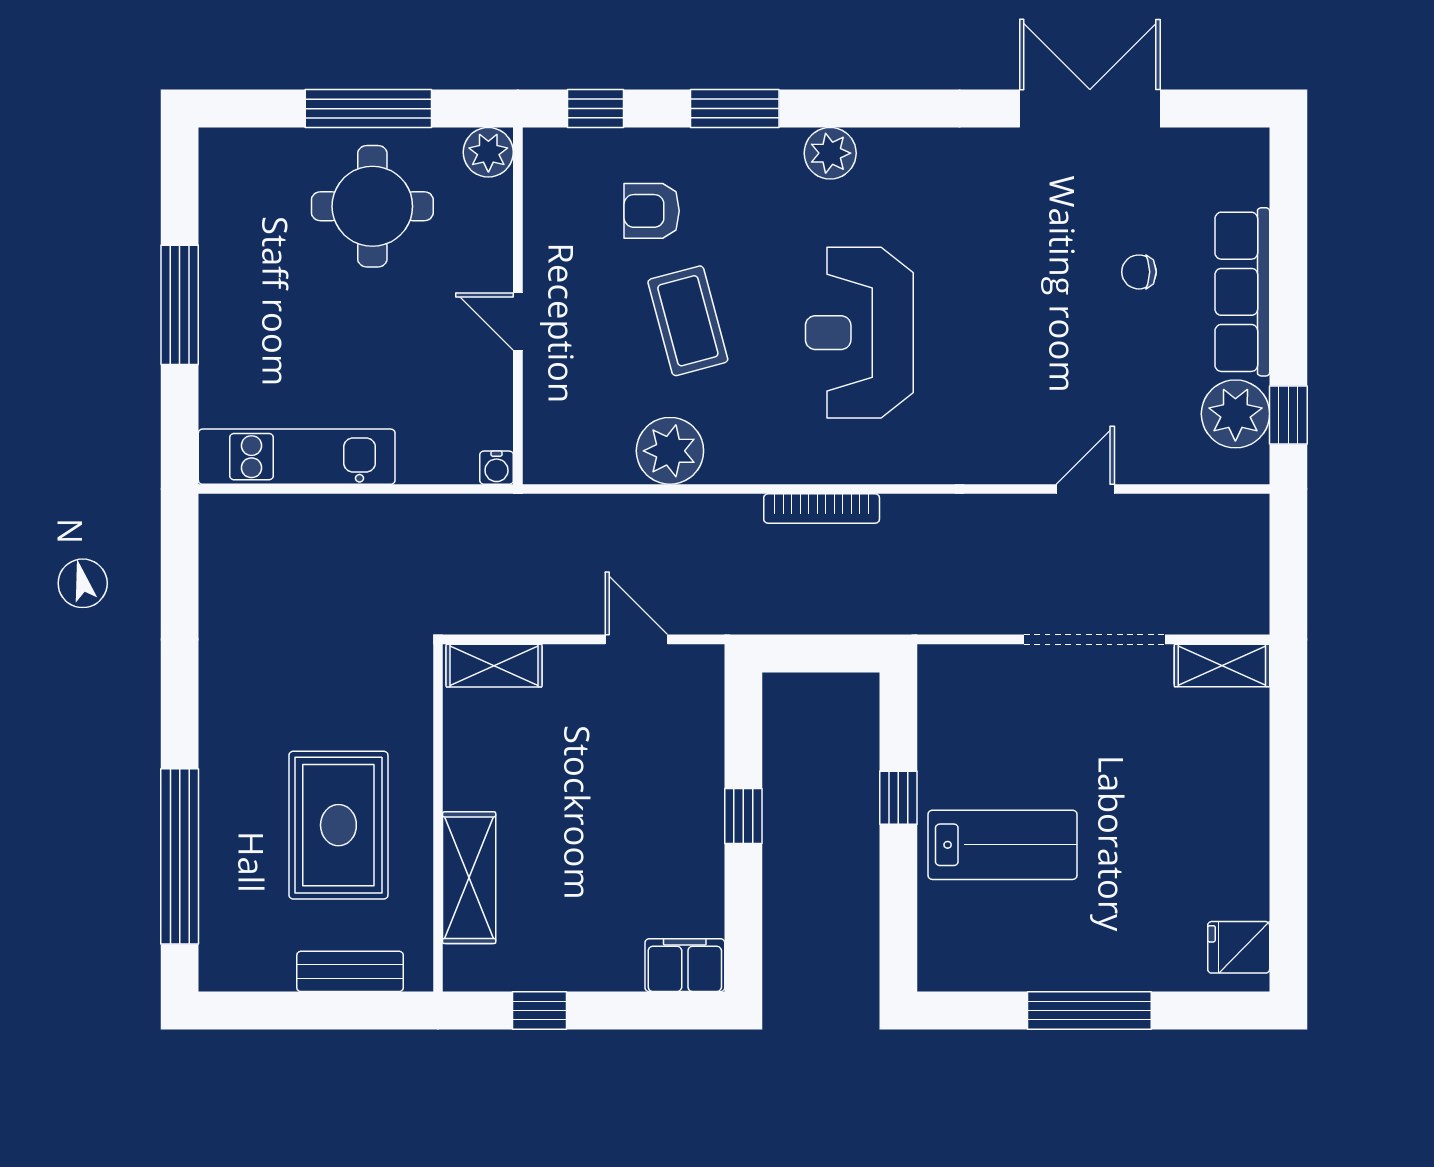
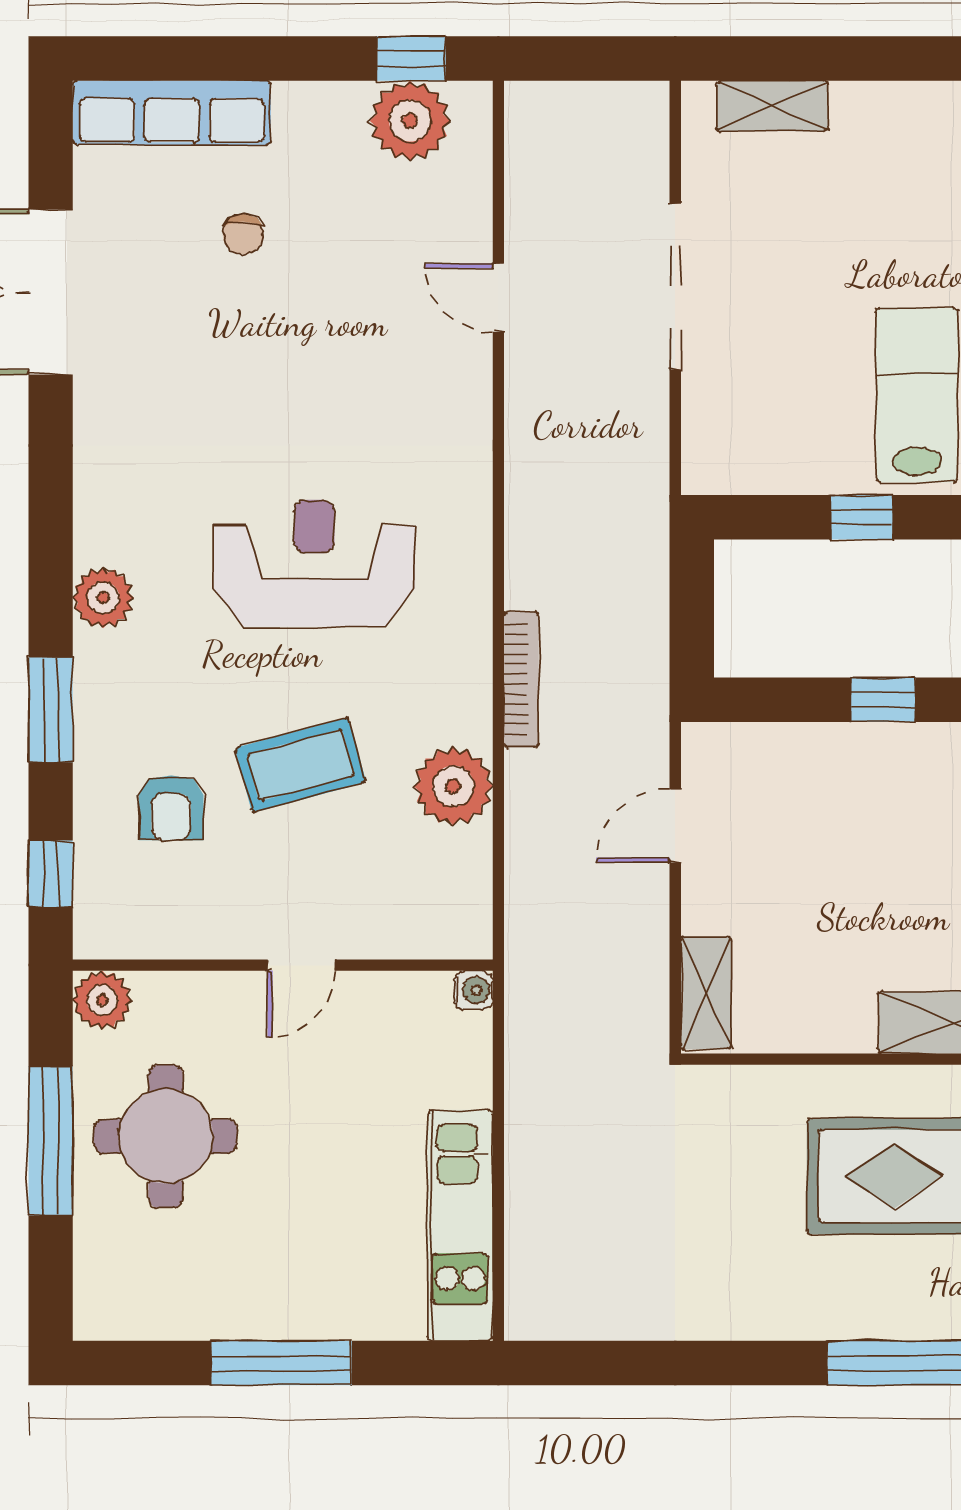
row of seats: (1242, 292) -> (172, 113), moved
reception desk: (859, 333) -> (314, 563), turned 180
bookcase: (822, 509) -> (521, 679), moved
shelving: (1222, 665) -> (772, 106), moved, turned 90

